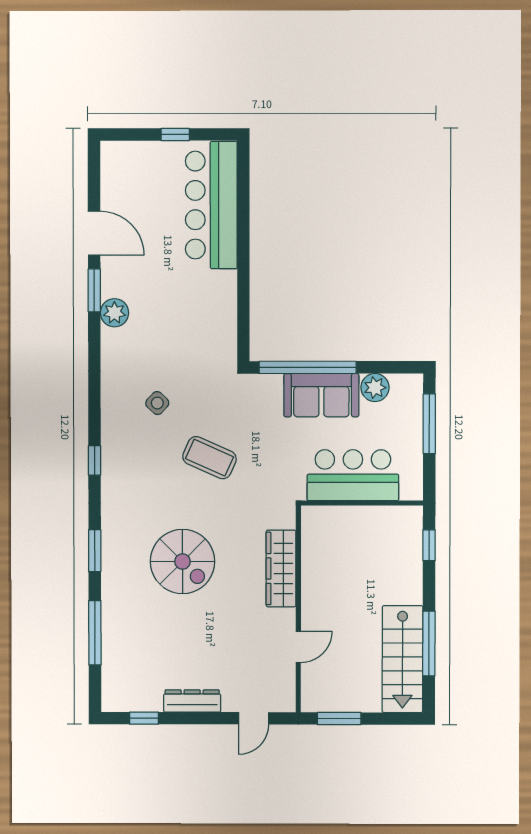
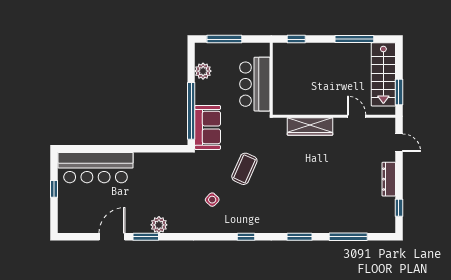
sofa: (321, 395) -> (208, 127), moved
spiral stairs: (183, 562) -> (306, 185), removed
stairs: (403, 659) -> (383, 74), moved, turned 90

